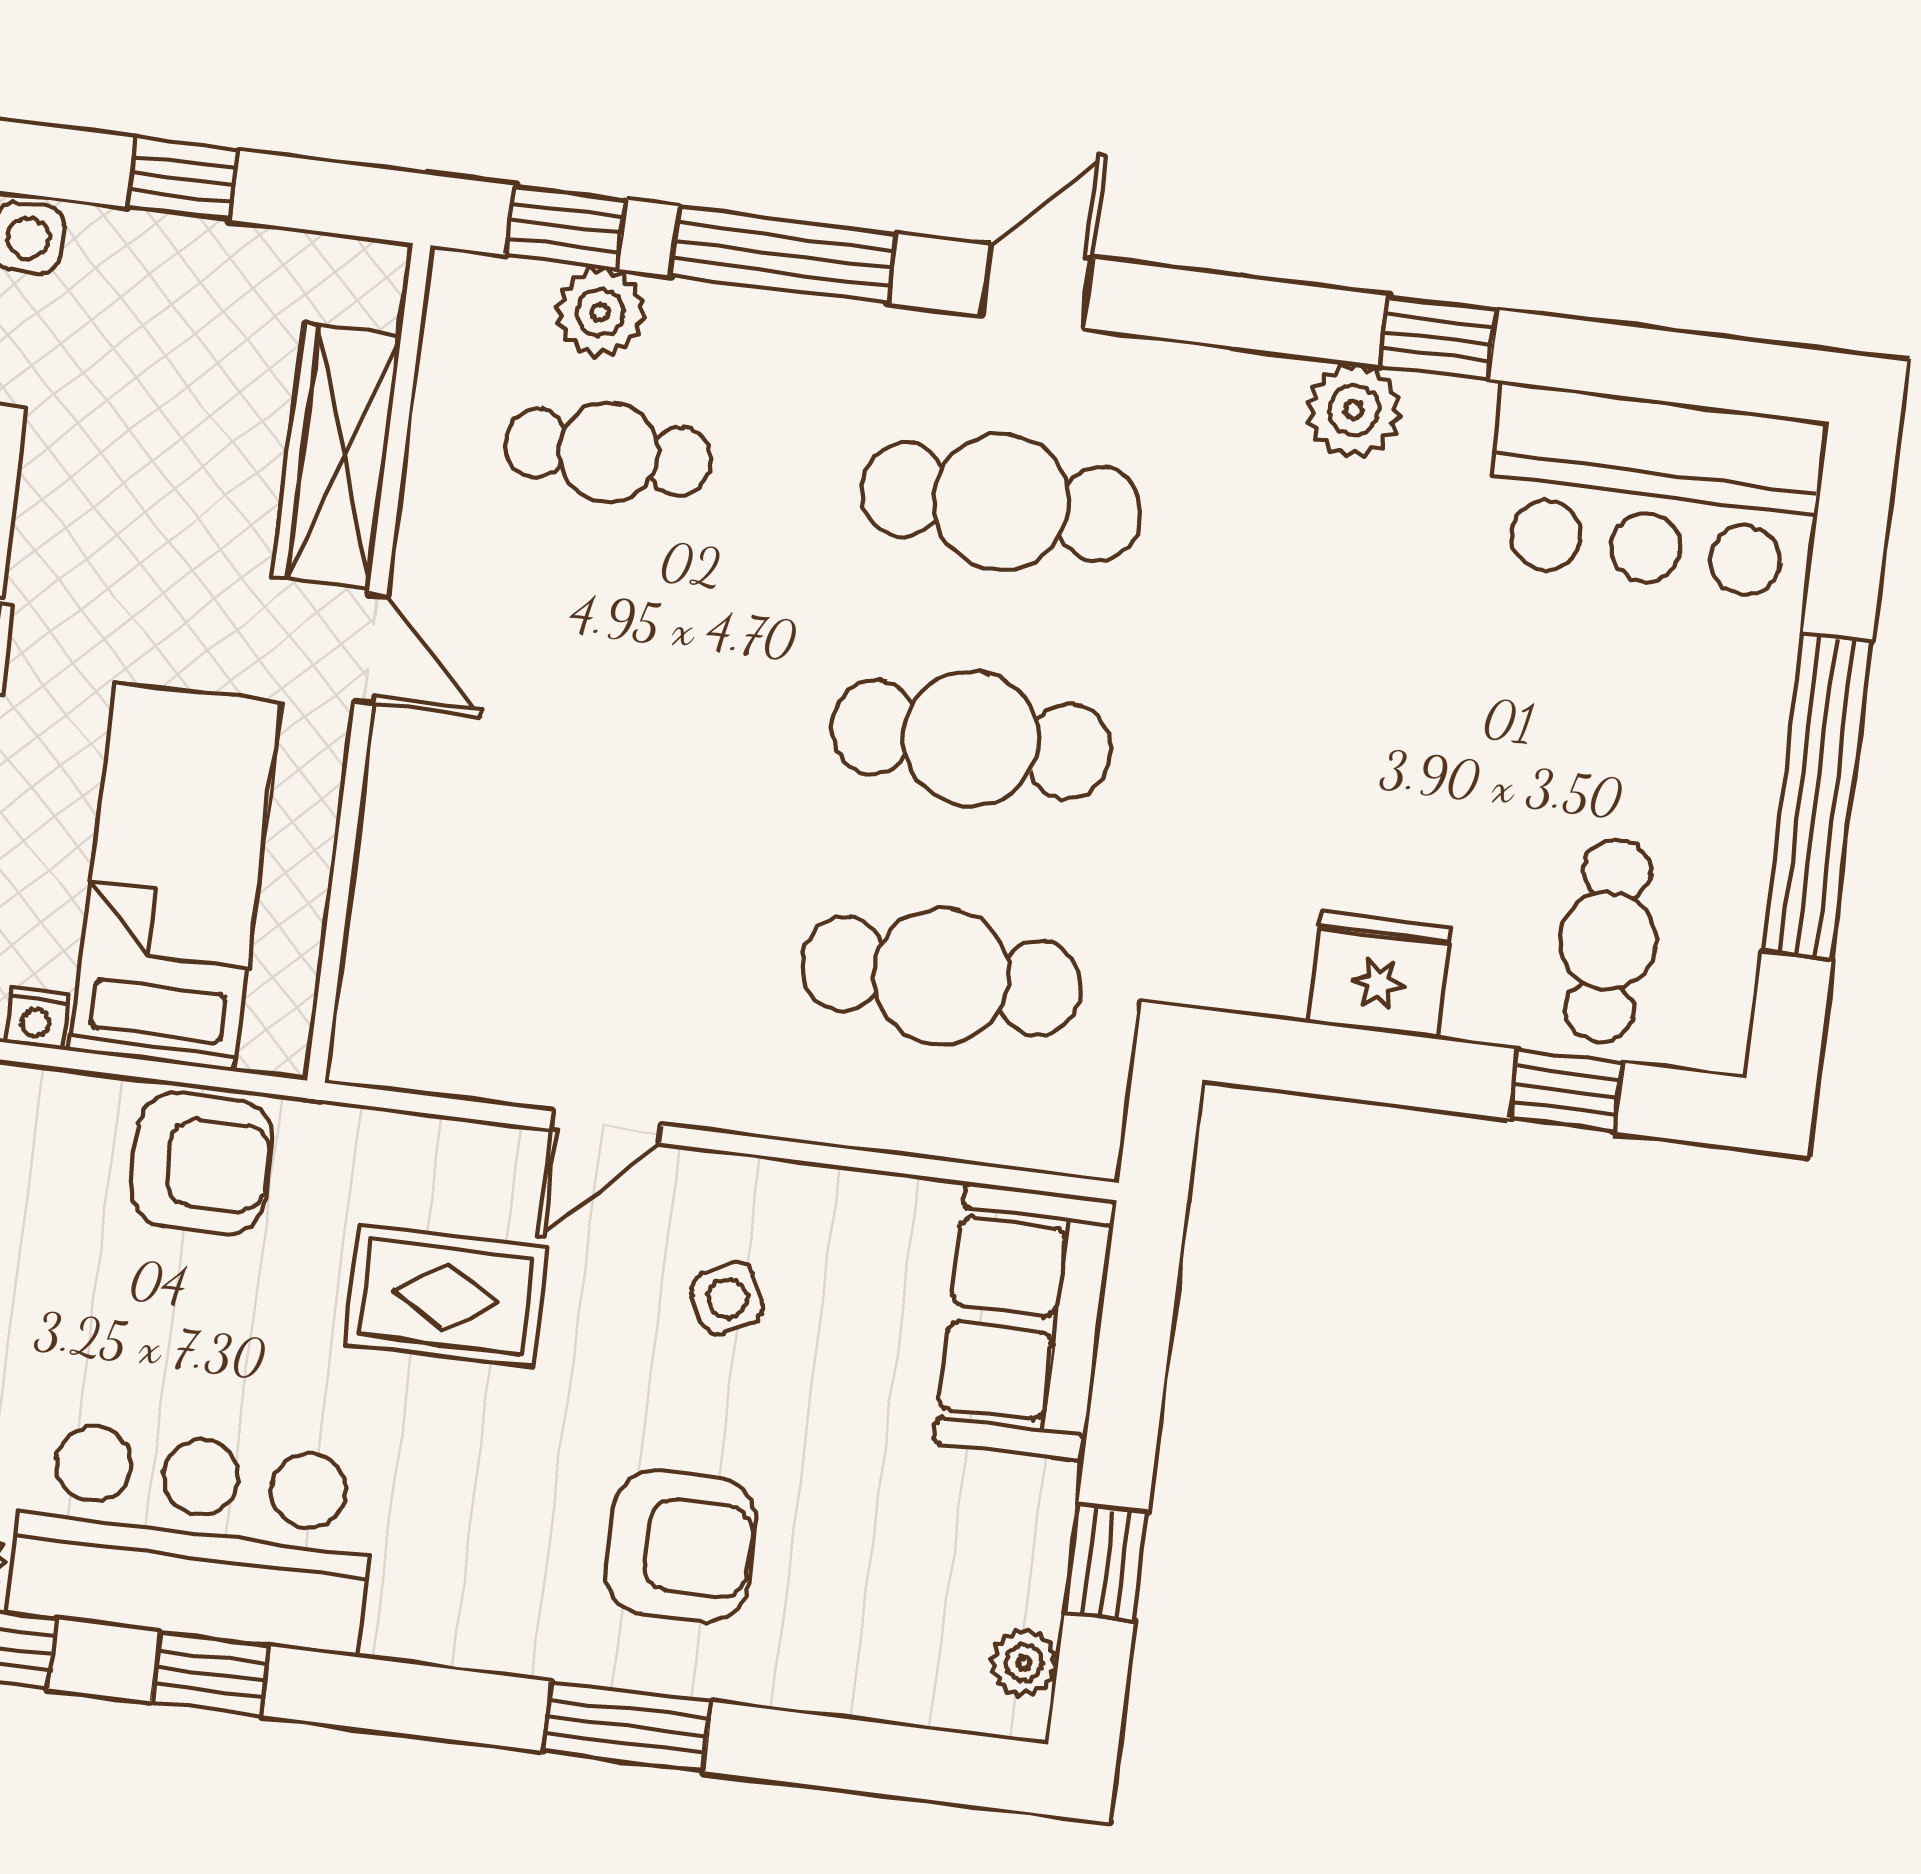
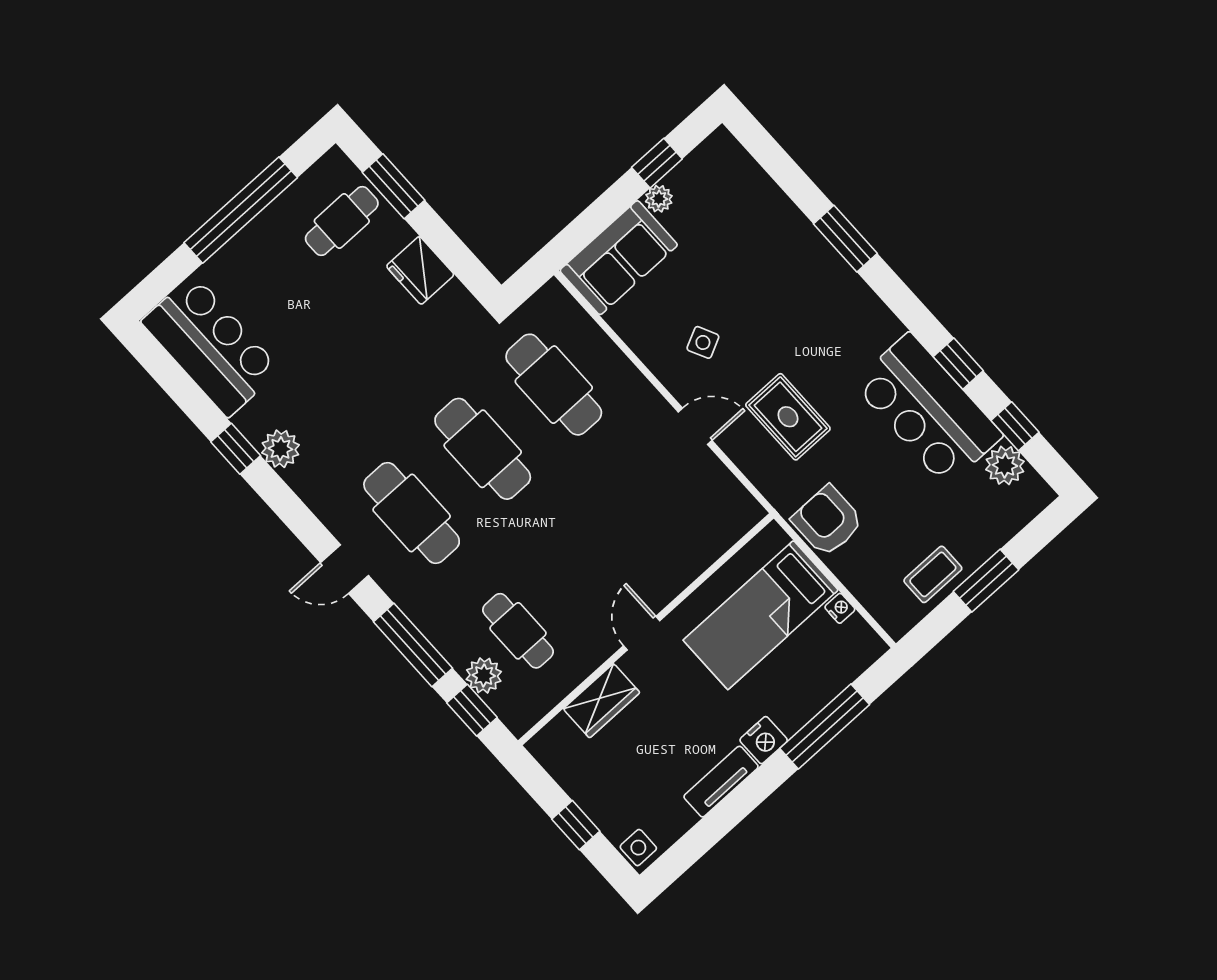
wardrobe: (336, 456) -> (602, 701), width x0.67
window: (1567, 1091) -> (394, 186), width x1.50
armchair: (681, 1546) -> (782, 279), removed
plant: (1024, 1663) -> (659, 199), moved

